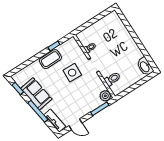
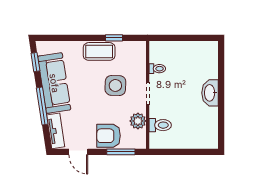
washbasin: (145, 67) -> (210, 93), moved
sofa: (36, 94) -> (54, 83), width x1.36
plant: (105, 96) -> (138, 121), moved
armchair: (87, 104) -> (109, 136), added

